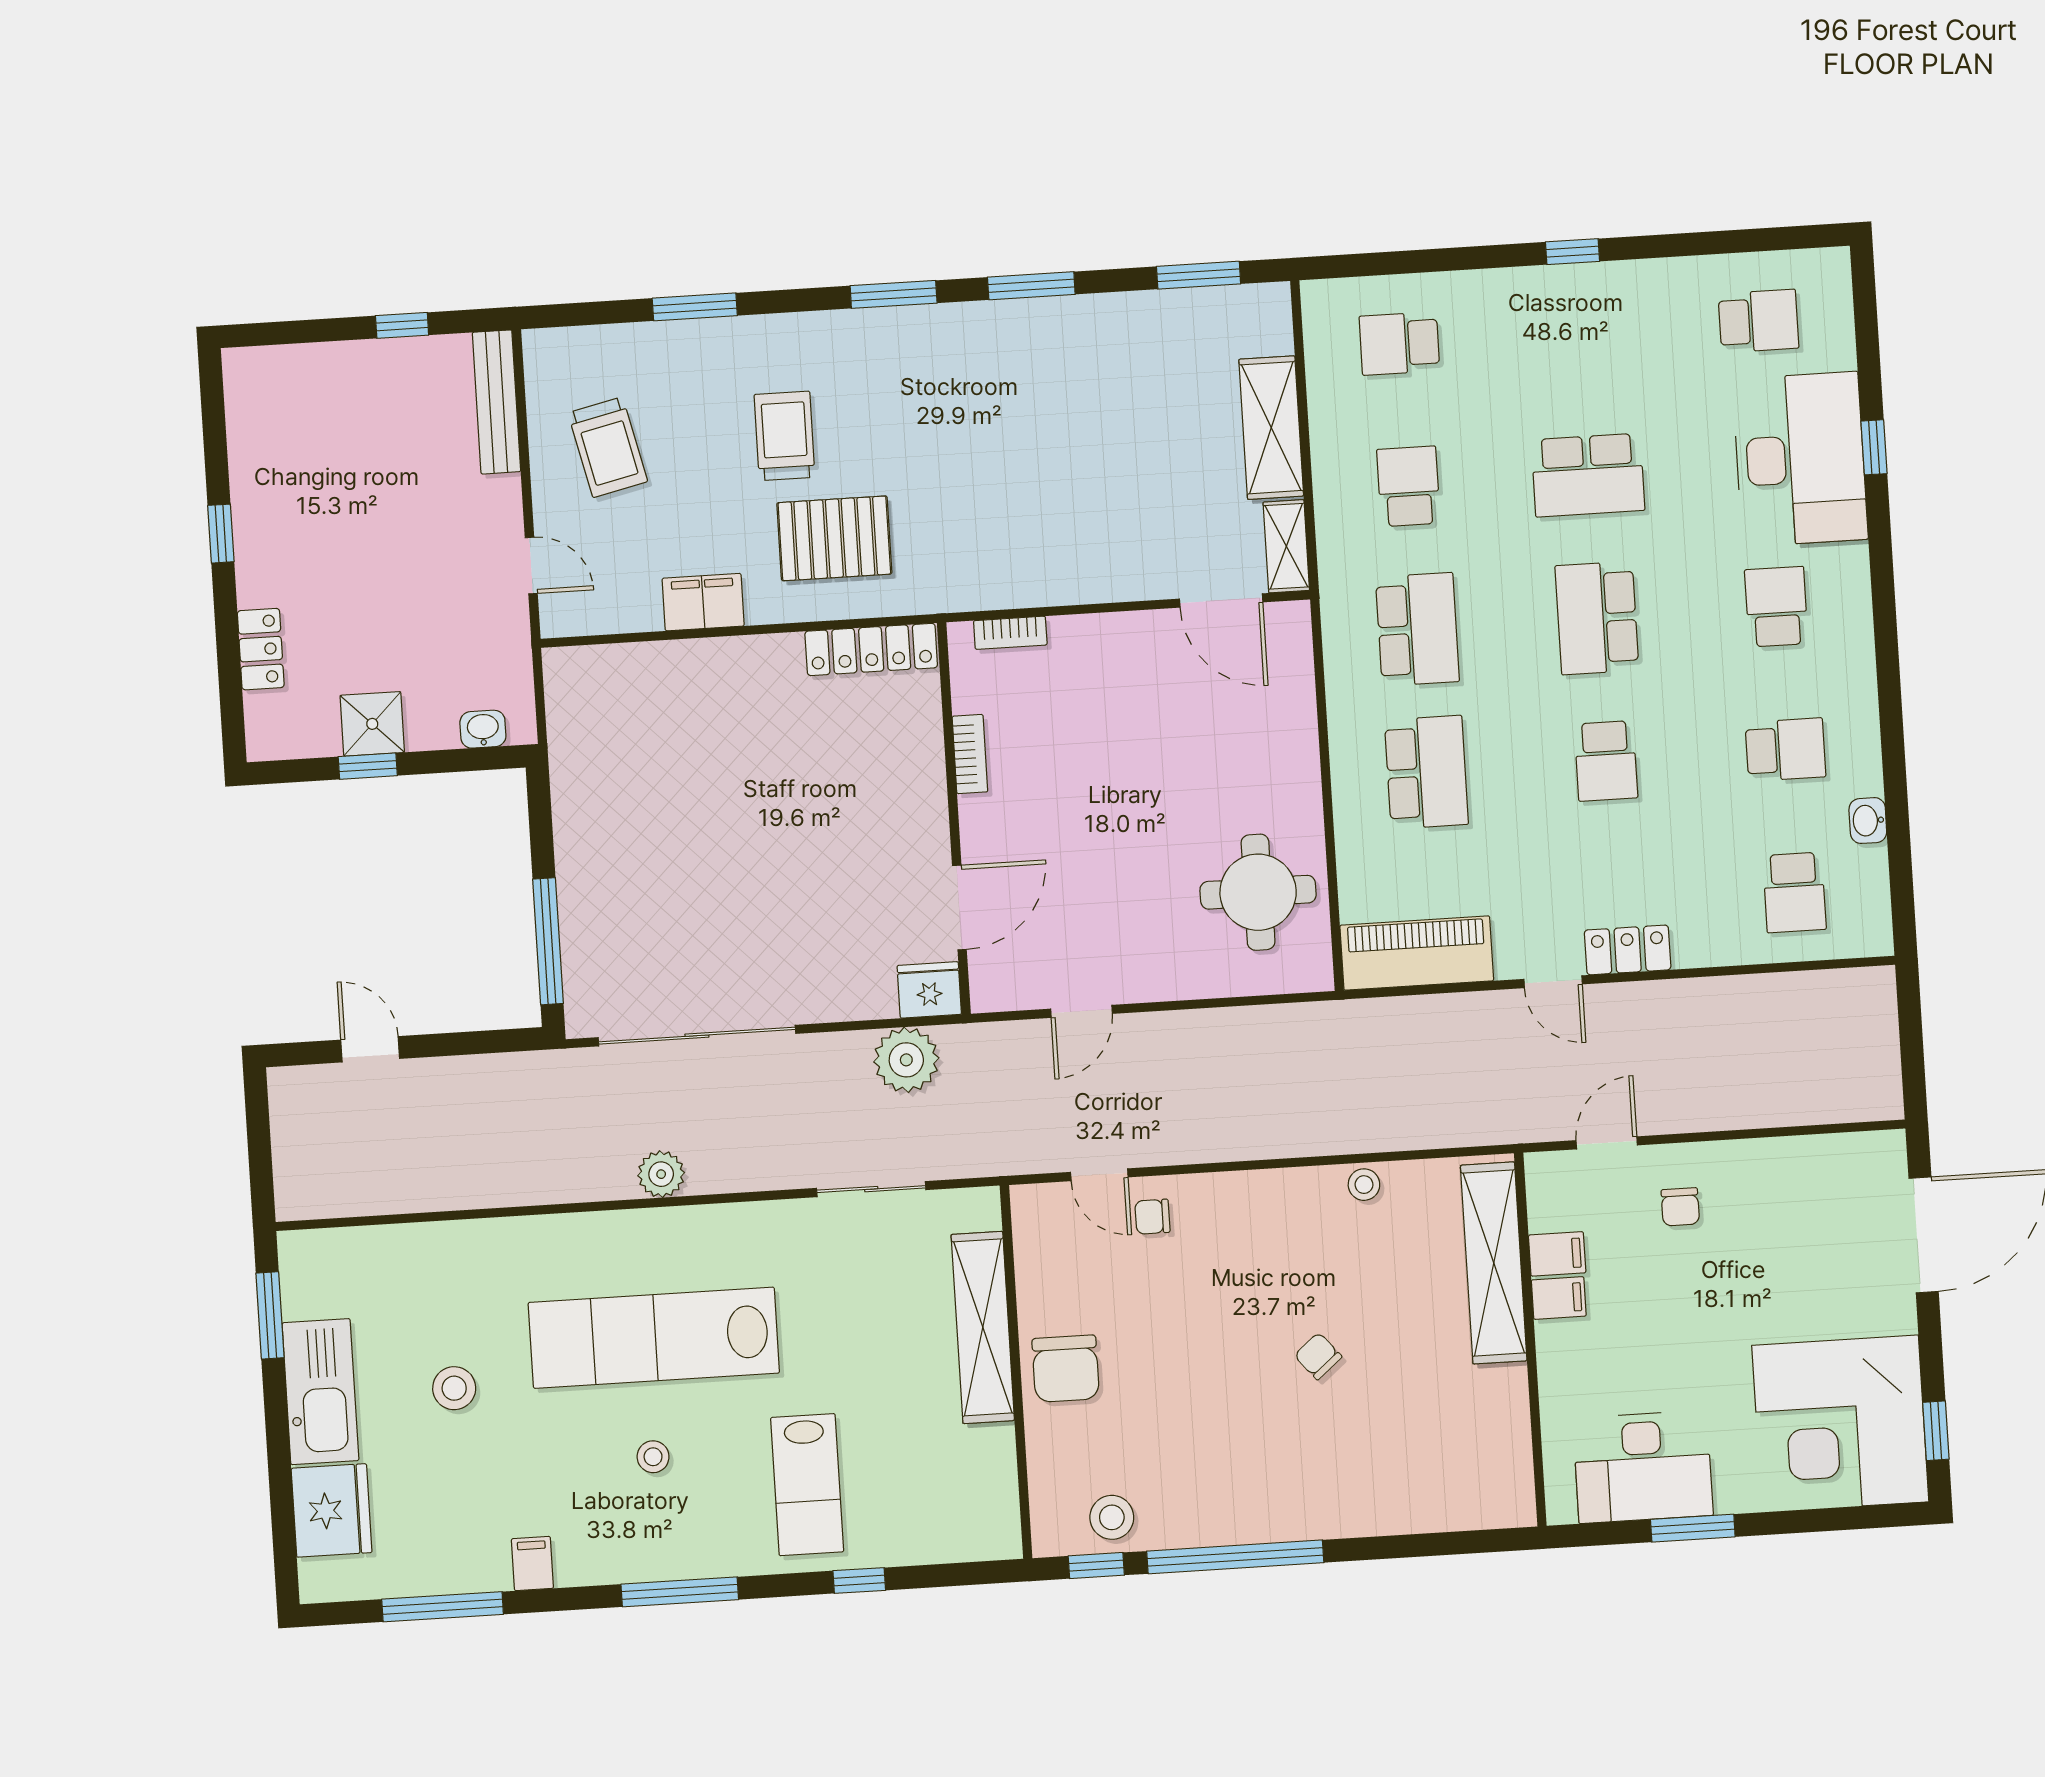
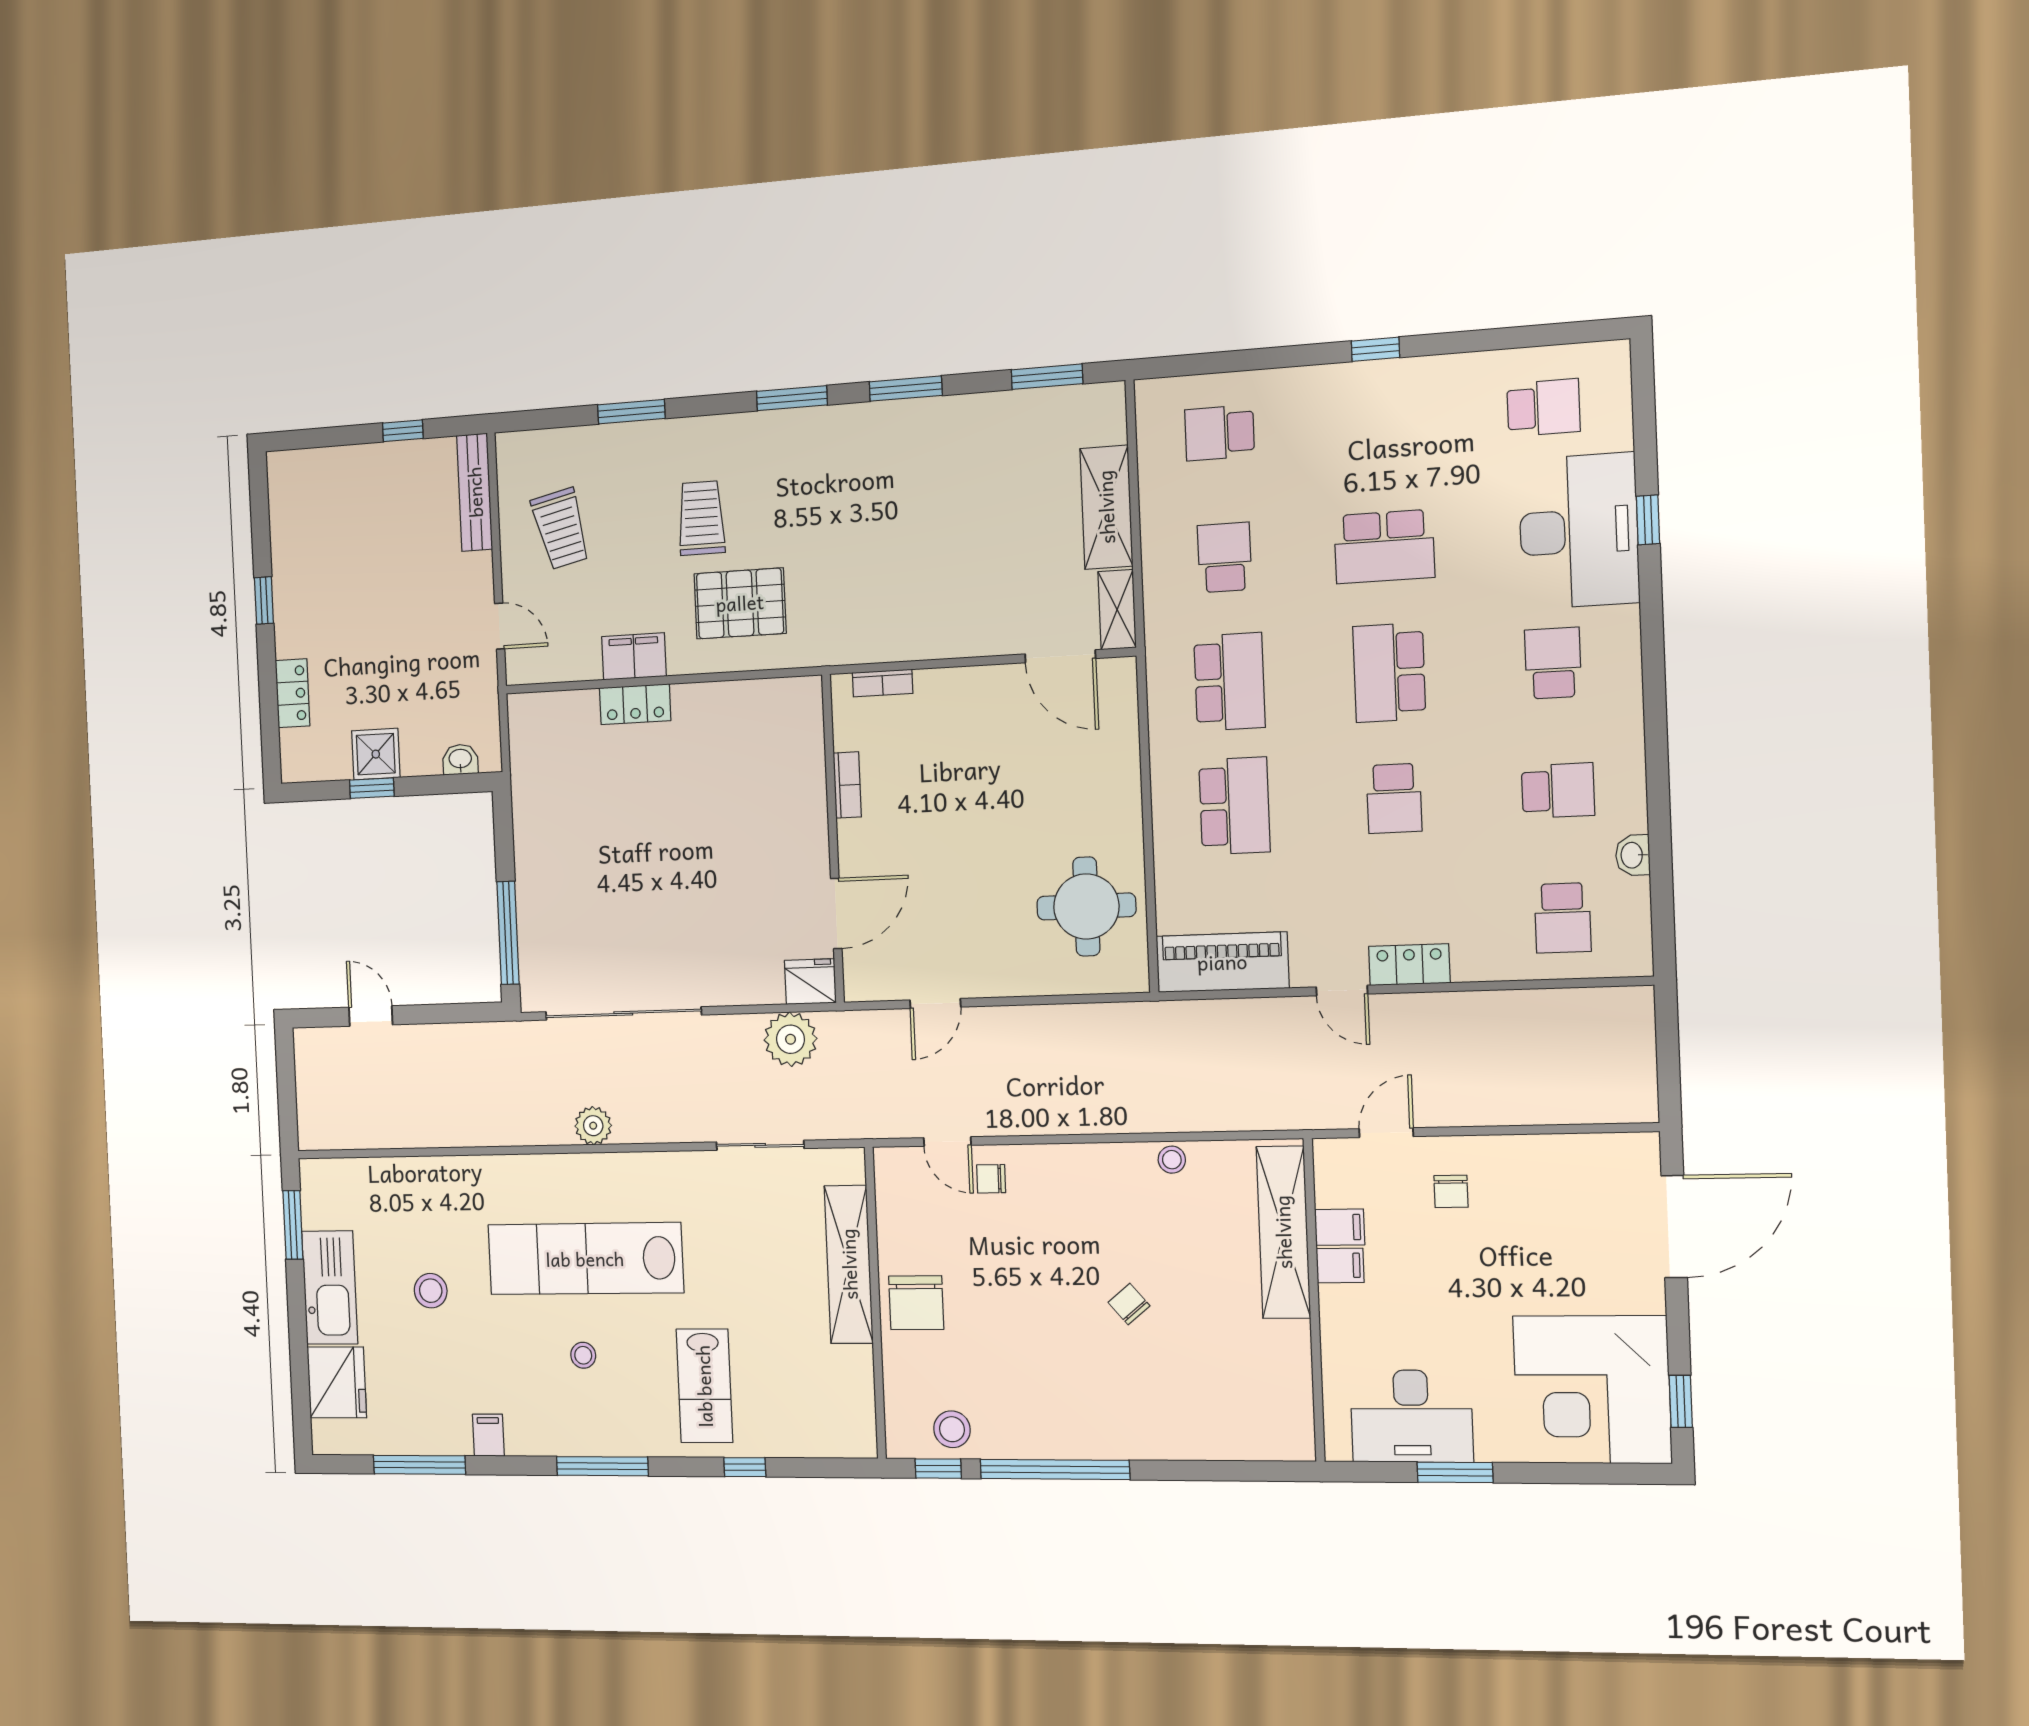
locker: (871, 649) -> (635, 704), moved, width x0.66

